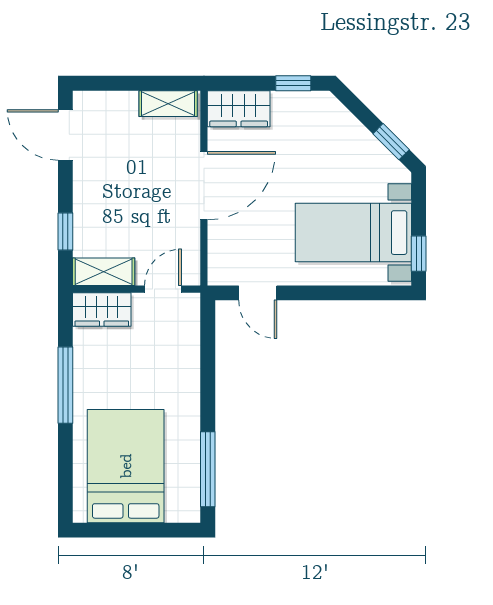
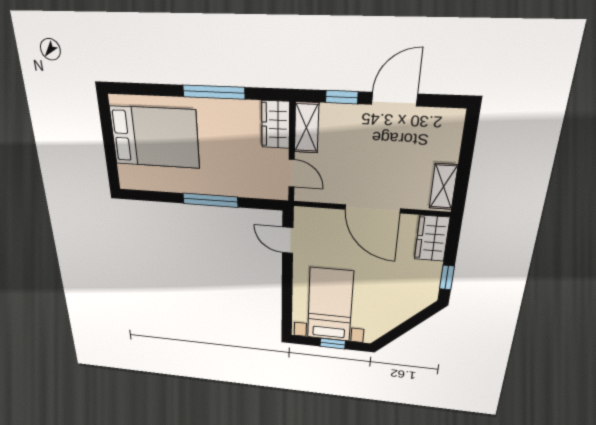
door: (65, 135) -> (394, 99), moved
window: (391, 142) -> (394, 334), removed
window: (419, 254) -> (333, 344), moved
door: (258, 293) -> (288, 240), hinge flipped
window: (208, 469) -> (210, 200), moved

